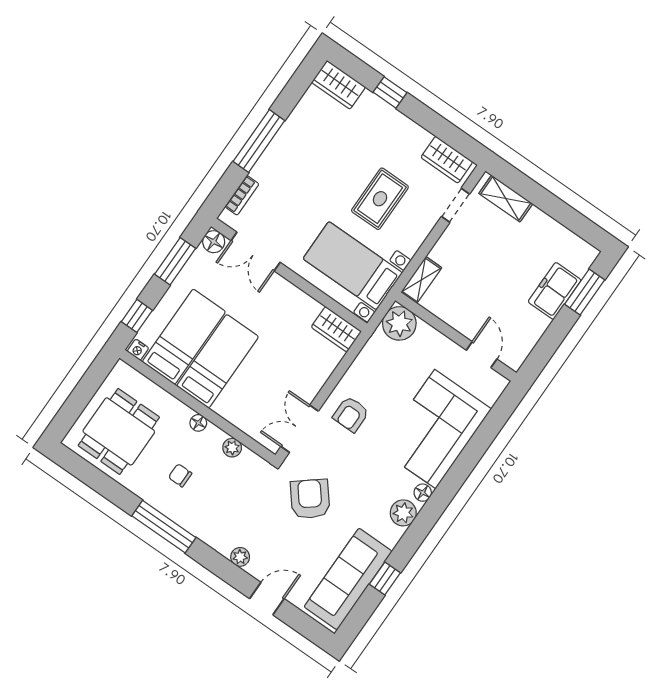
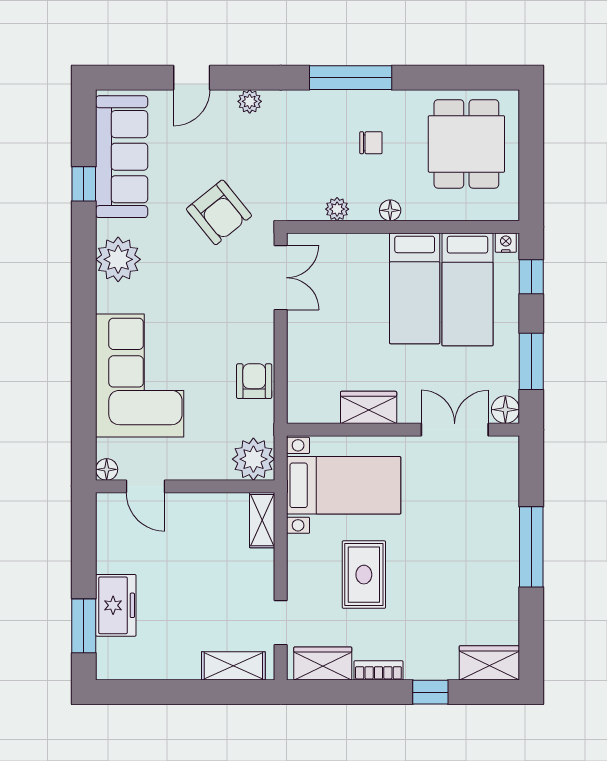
bookcase: (242, 195) -> (378, 670), moved, turned 90
wardrobe: (336, 329) -> (369, 407), moved
armchair: (351, 414) -> (254, 381), moved
floor lamp: (423, 493) -> (107, 469), moved
plant: (403, 513) -> (118, 259), width x1.36, depth x1.36

